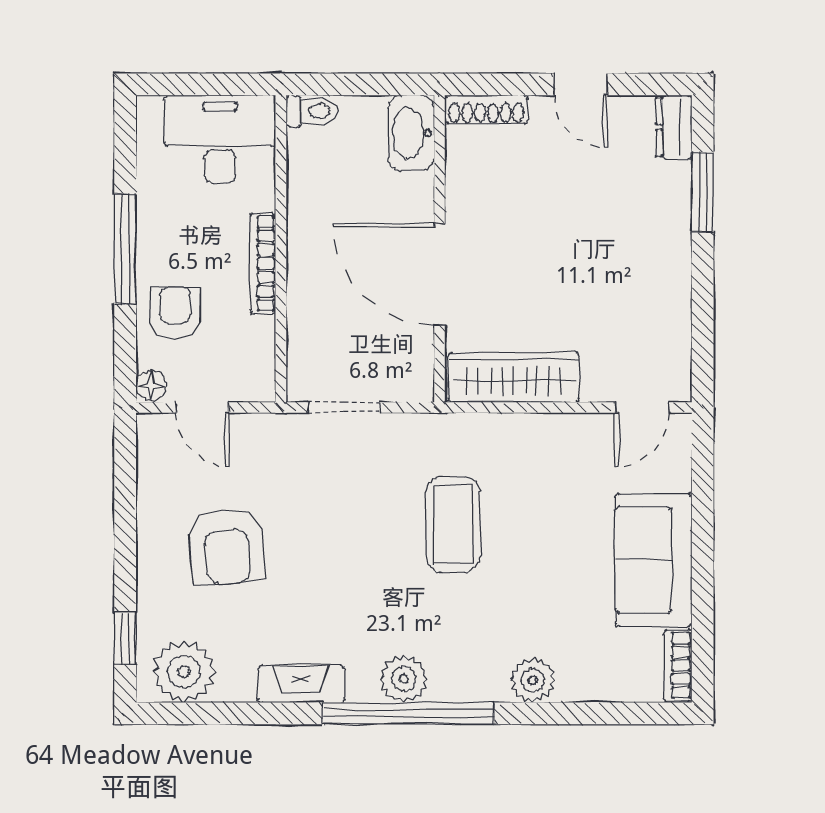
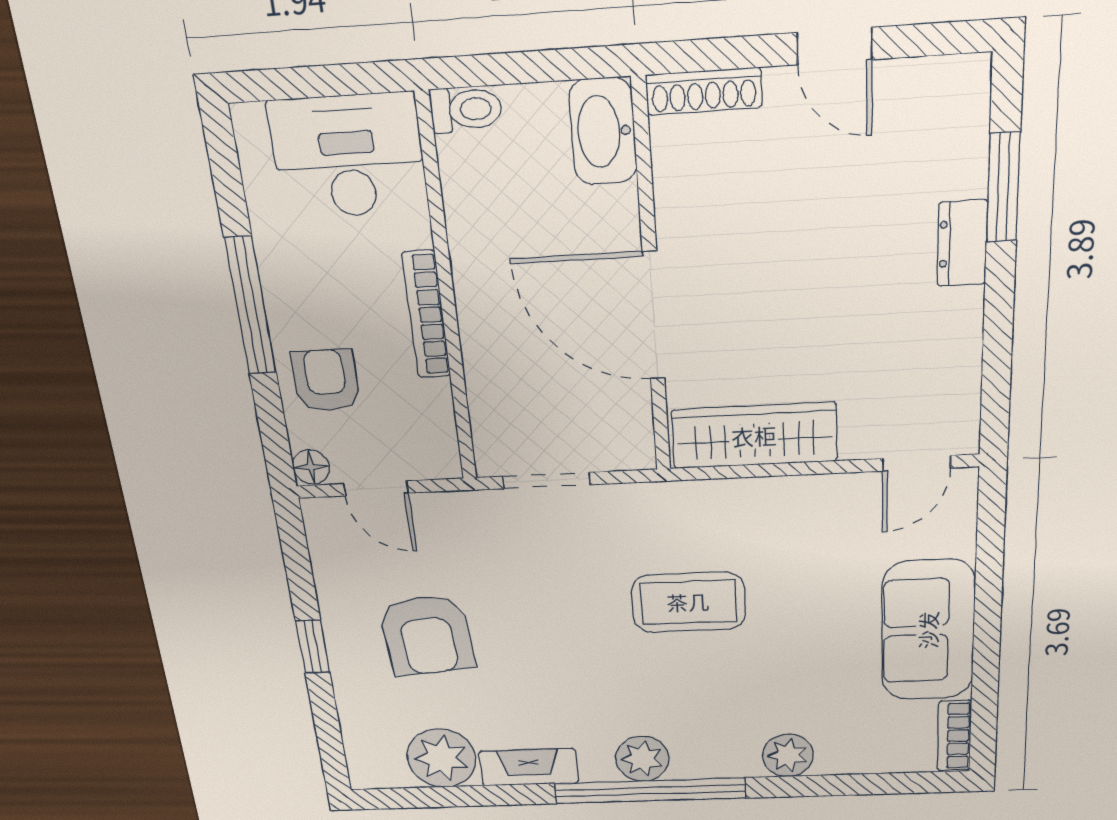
dresser: (674, 127) -> (962, 243), moved
coffee table: (453, 524) -> (688, 602), turned 90
window: (125, 638) -> (313, 647), moved
plant: (184, 672) -> (441, 758), moved

